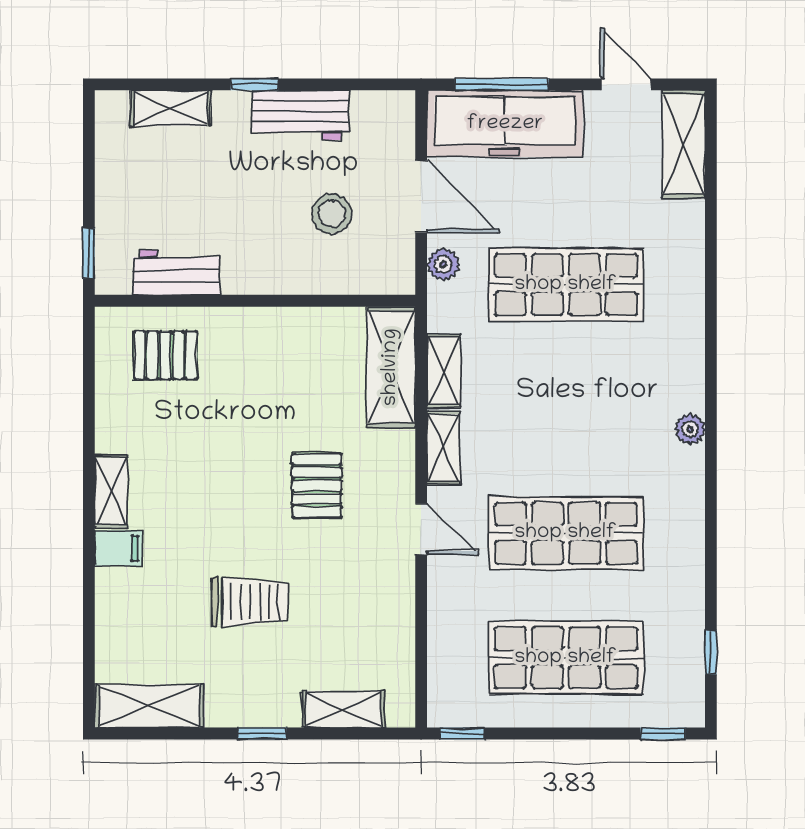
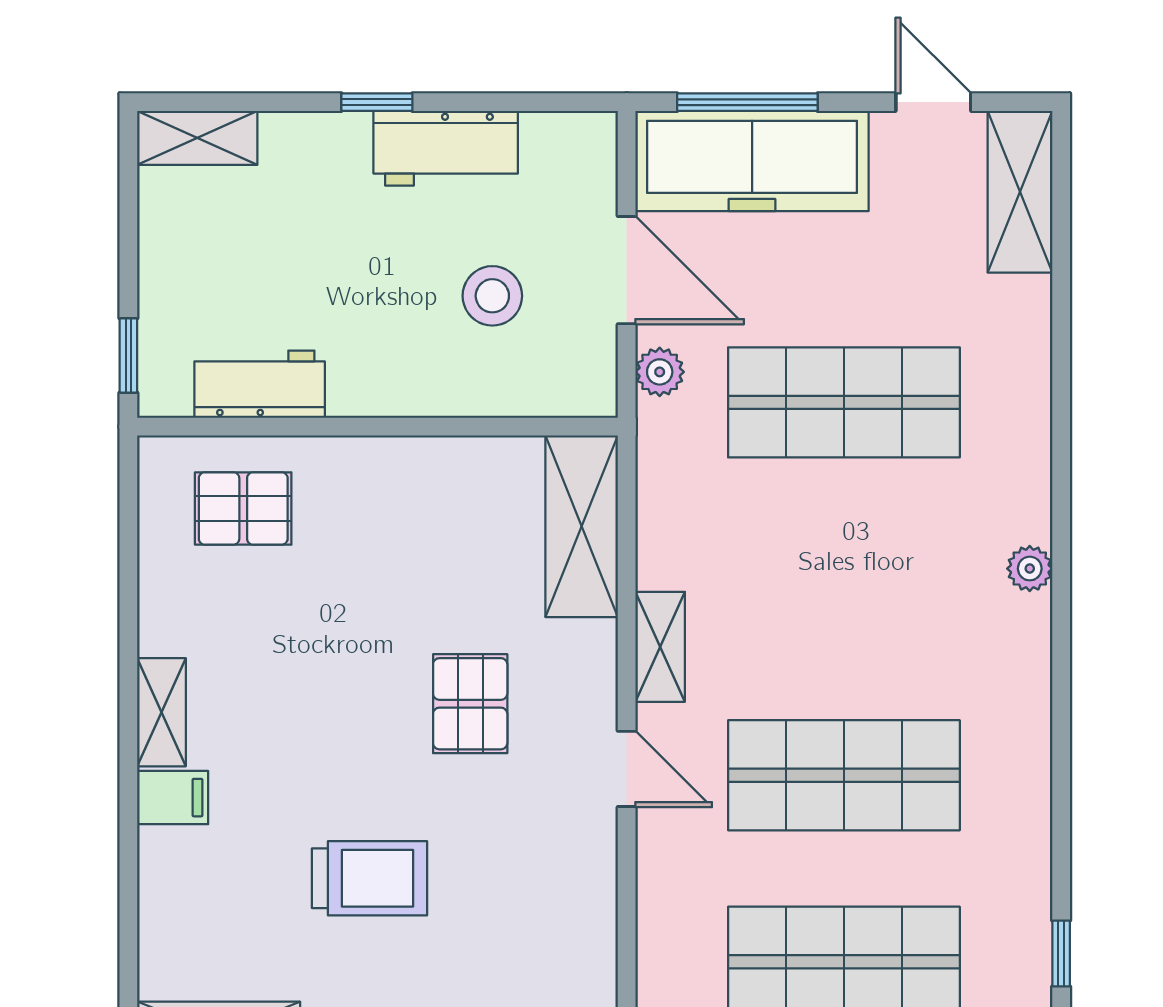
shelving: (171, 108) -> (197, 138), moved
shelving: (444, 371) -> (660, 532), removed
plant: (690, 429) -> (1030, 569), moved

